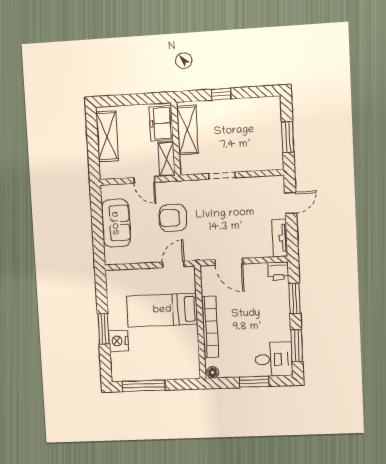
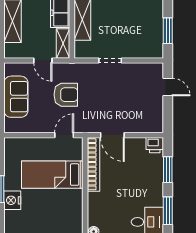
door: (291, 203) -> (168, 87), hinge flipped
armchair: (173, 218) -> (66, 95), turned 180
tv unit: (280, 238) -> (157, 117), removed
bookcase: (210, 327) -> (93, 164), moved

